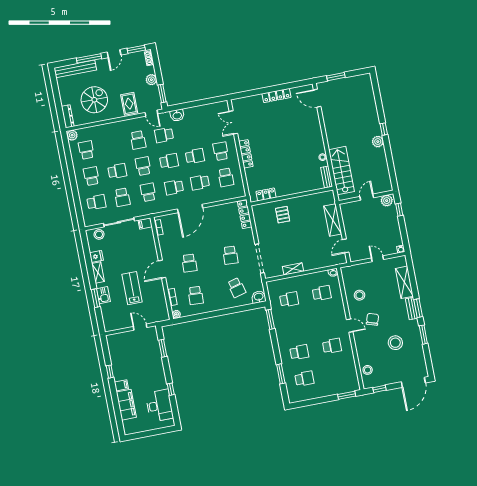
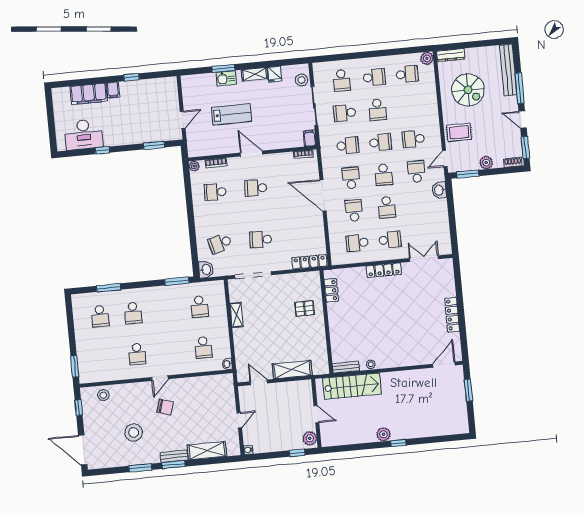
stool: (359, 295) -> (196, 394), removed

